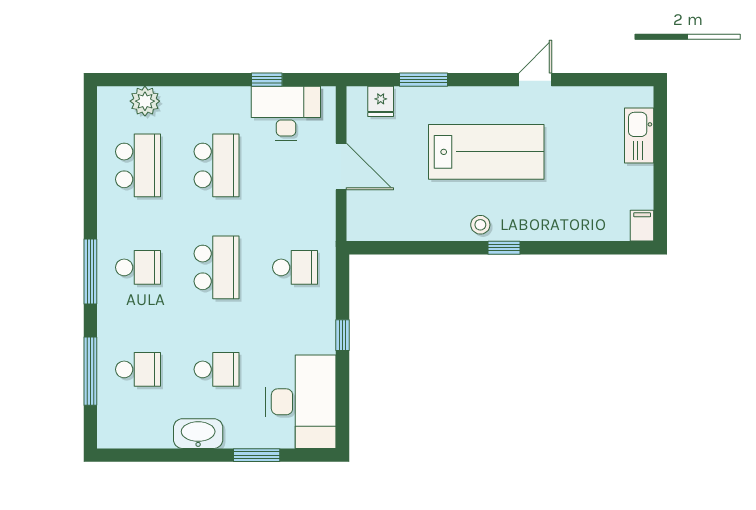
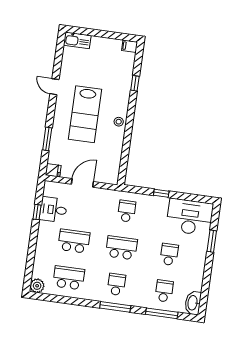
plant: (145, 101) -> (37, 286), moved
fridge: (381, 101) -> (53, 170), moved
desk: (286, 113) -> (53, 210), width x0.73
kitchen sink: (639, 135) -> (77, 40), moved
lab bench: (486, 152) -> (85, 114), turned 180
window: (504, 248) -> (135, 83), moved
washbasin: (198, 434) -> (193, 303), moved

